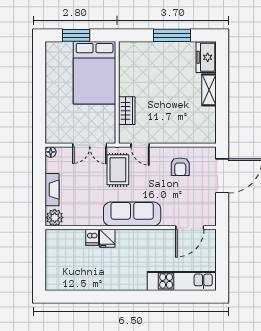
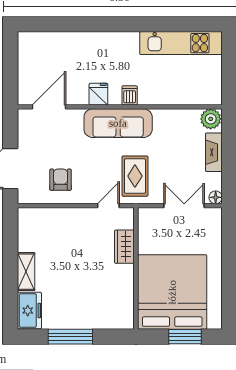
bed: (95, 73) -> (172, 292), width x1.36
double door: (90, 145) -> (184, 206), moved
door: (140, 145) -> (108, 206), hinge flipped
dishwasher: (92, 237) -> (130, 95), moved
fridge: (107, 238) -> (98, 94), moved
kitchen unit: (182, 281) -> (181, 43), moved

